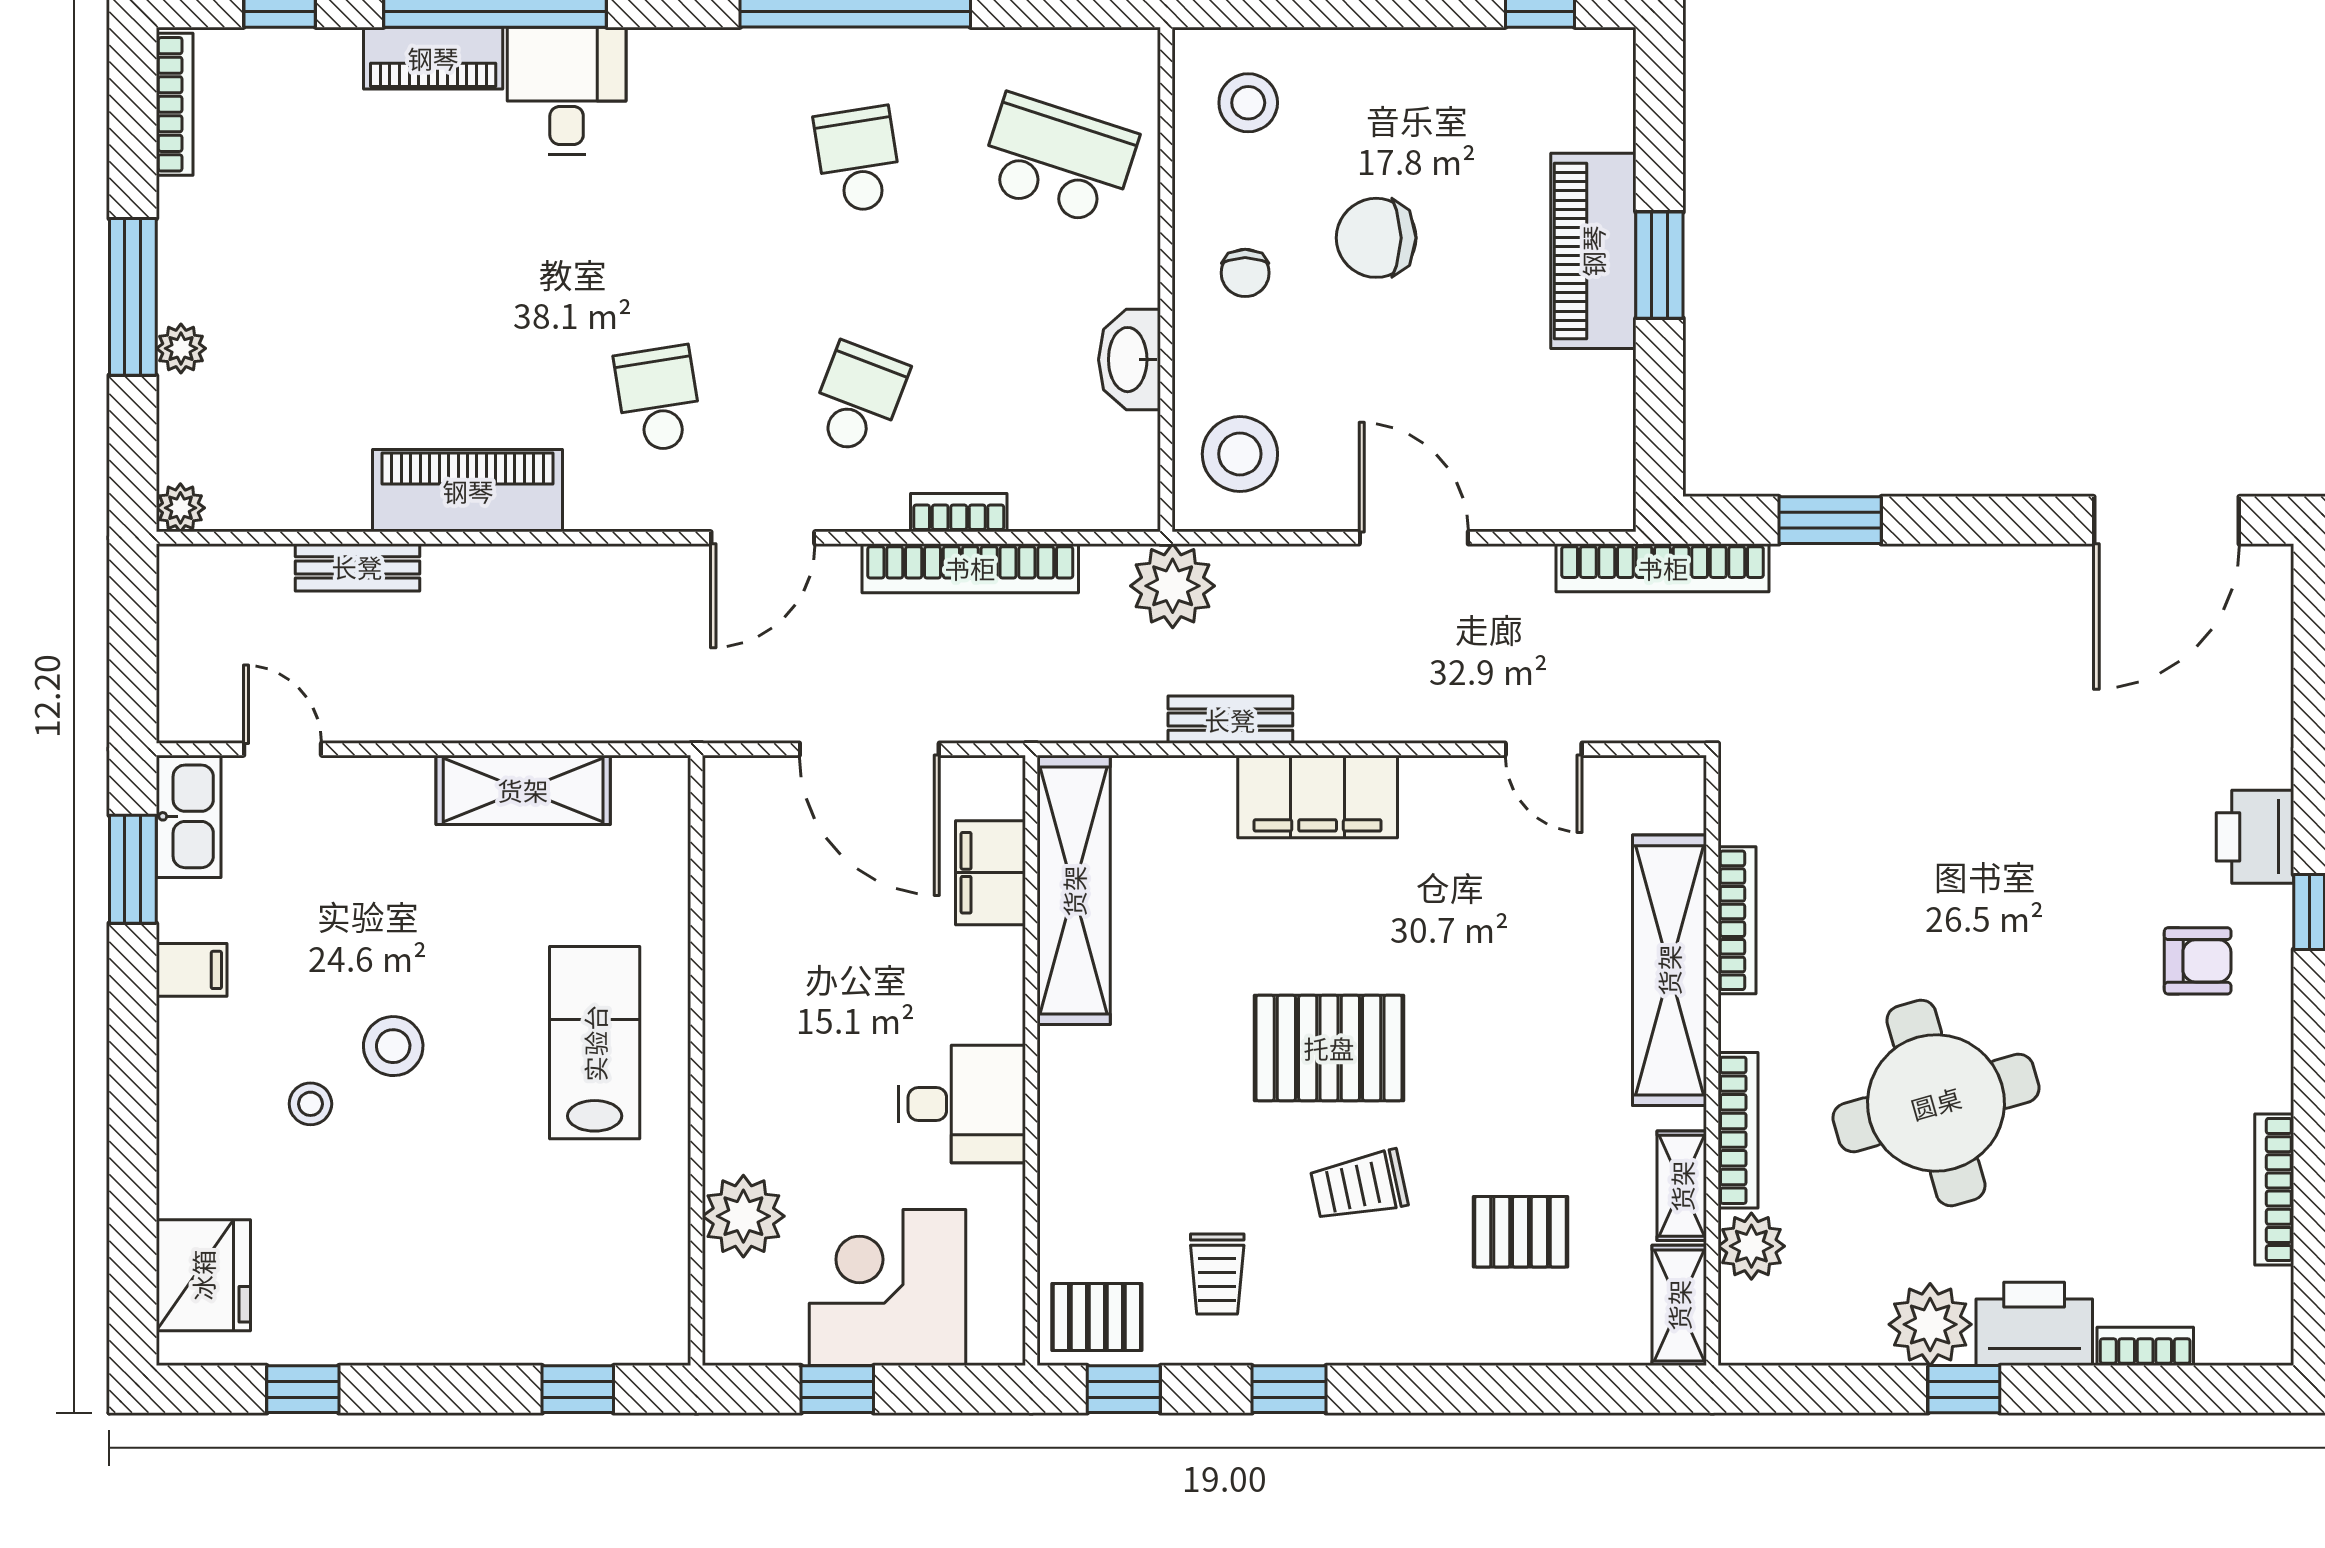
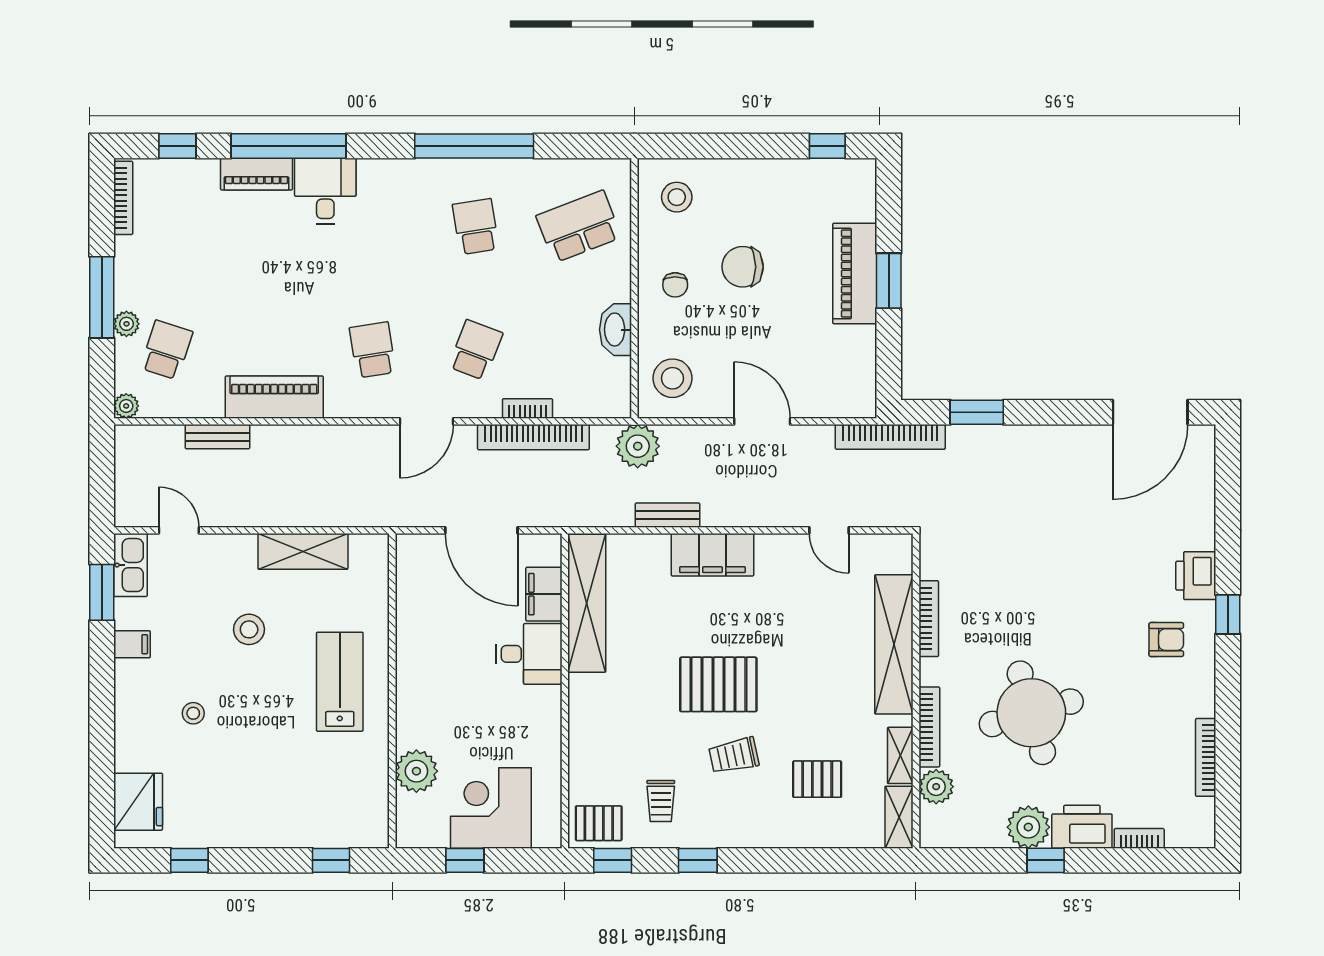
school desk: (1058, 160) -> (579, 227), turned -39
school desk: (259, 399) -> (167, 350), added
stool: (393, 1046) -> (249, 629), moved
desk: (962, 1104) -> (529, 654), moved

